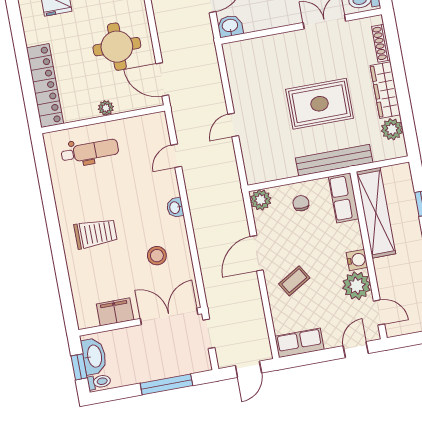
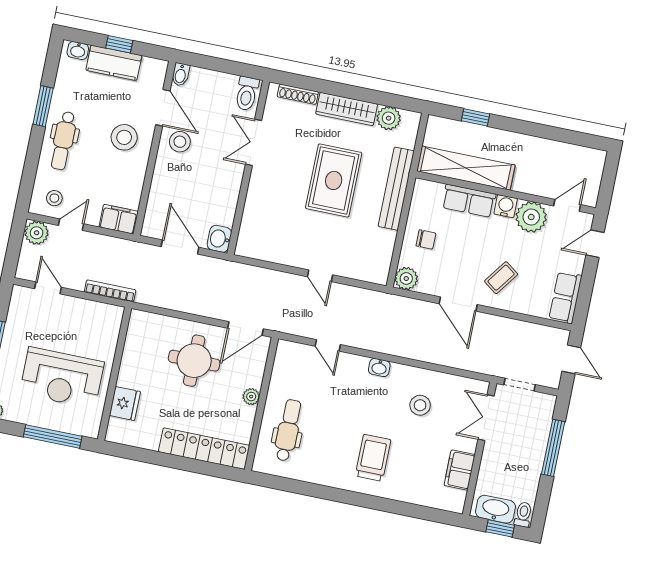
row of seats: (344, 198) -> (469, 201), moved
chair: (301, 203) -> (426, 239), turned 180
coffee table: (294, 281) -> (501, 278), turned 67
double door: (169, 316) -> (486, 418), width x0.73
door: (356, 350) -> (595, 244), hinge flipped

